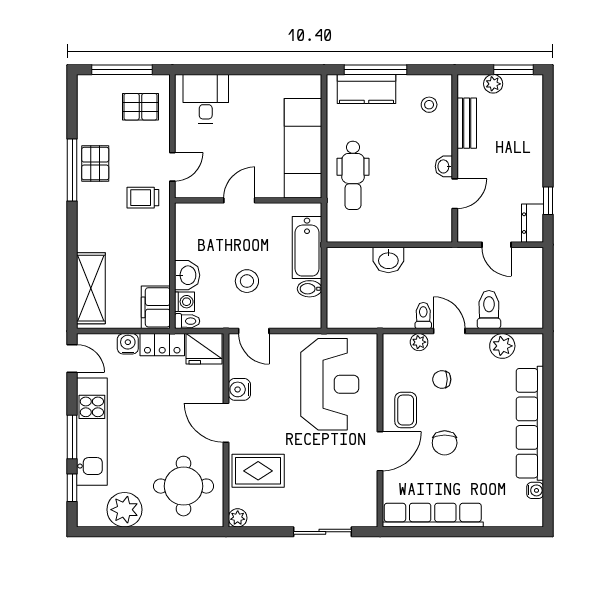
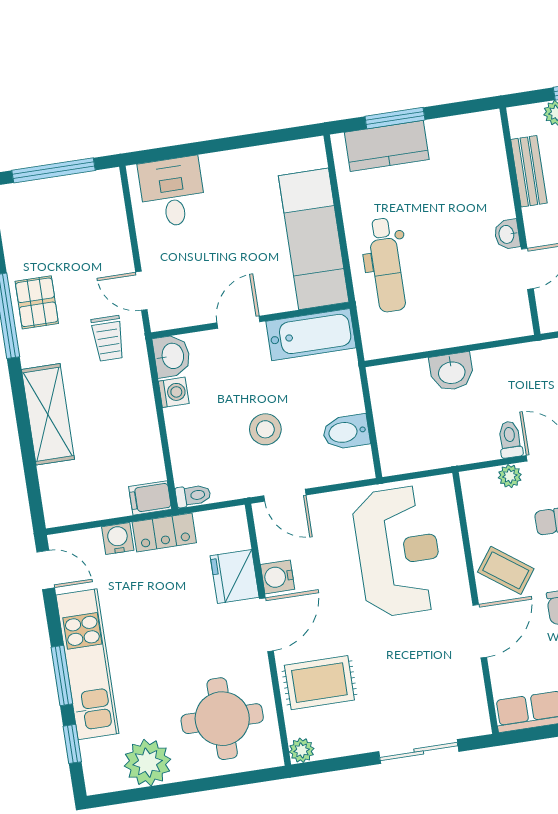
window: (375, 70) -> (395, 118), width x0.69
stool: (429, 105) -> (474, 154), removed
pallet: (140, 107) -> (86, 216), removed
door: (172, 167) -> (141, 291), swing flipped
trolley: (143, 198) -> (108, 338), turned -90
bathtub: (307, 247) -> (311, 335), moved, turned -90
washbasin: (187, 275) -> (172, 356), moved
shelving: (91, 288) -> (48, 414), moved
bidet: (310, 289) -> (346, 432), width x1.38, depth x1.36
washing machine: (185, 302) -> (174, 392), moved
filing cabinet: (156, 307) -> (150, 498), width x0.50
fridge: (204, 349) -> (235, 576), moved, turned 90
coffee table: (406, 410) -> (506, 570), turned -54
door: (226, 423) -> (266, 625), swing flipped

